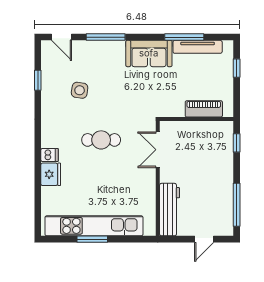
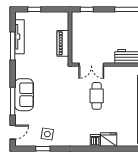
sofa: (149, 53) -> (24, 95), moved
side table: (80, 90) -> (47, 134), moved
piano: (204, 109) -> (63, 43), moved
cafe table: (101, 140) -> (97, 96), moved

